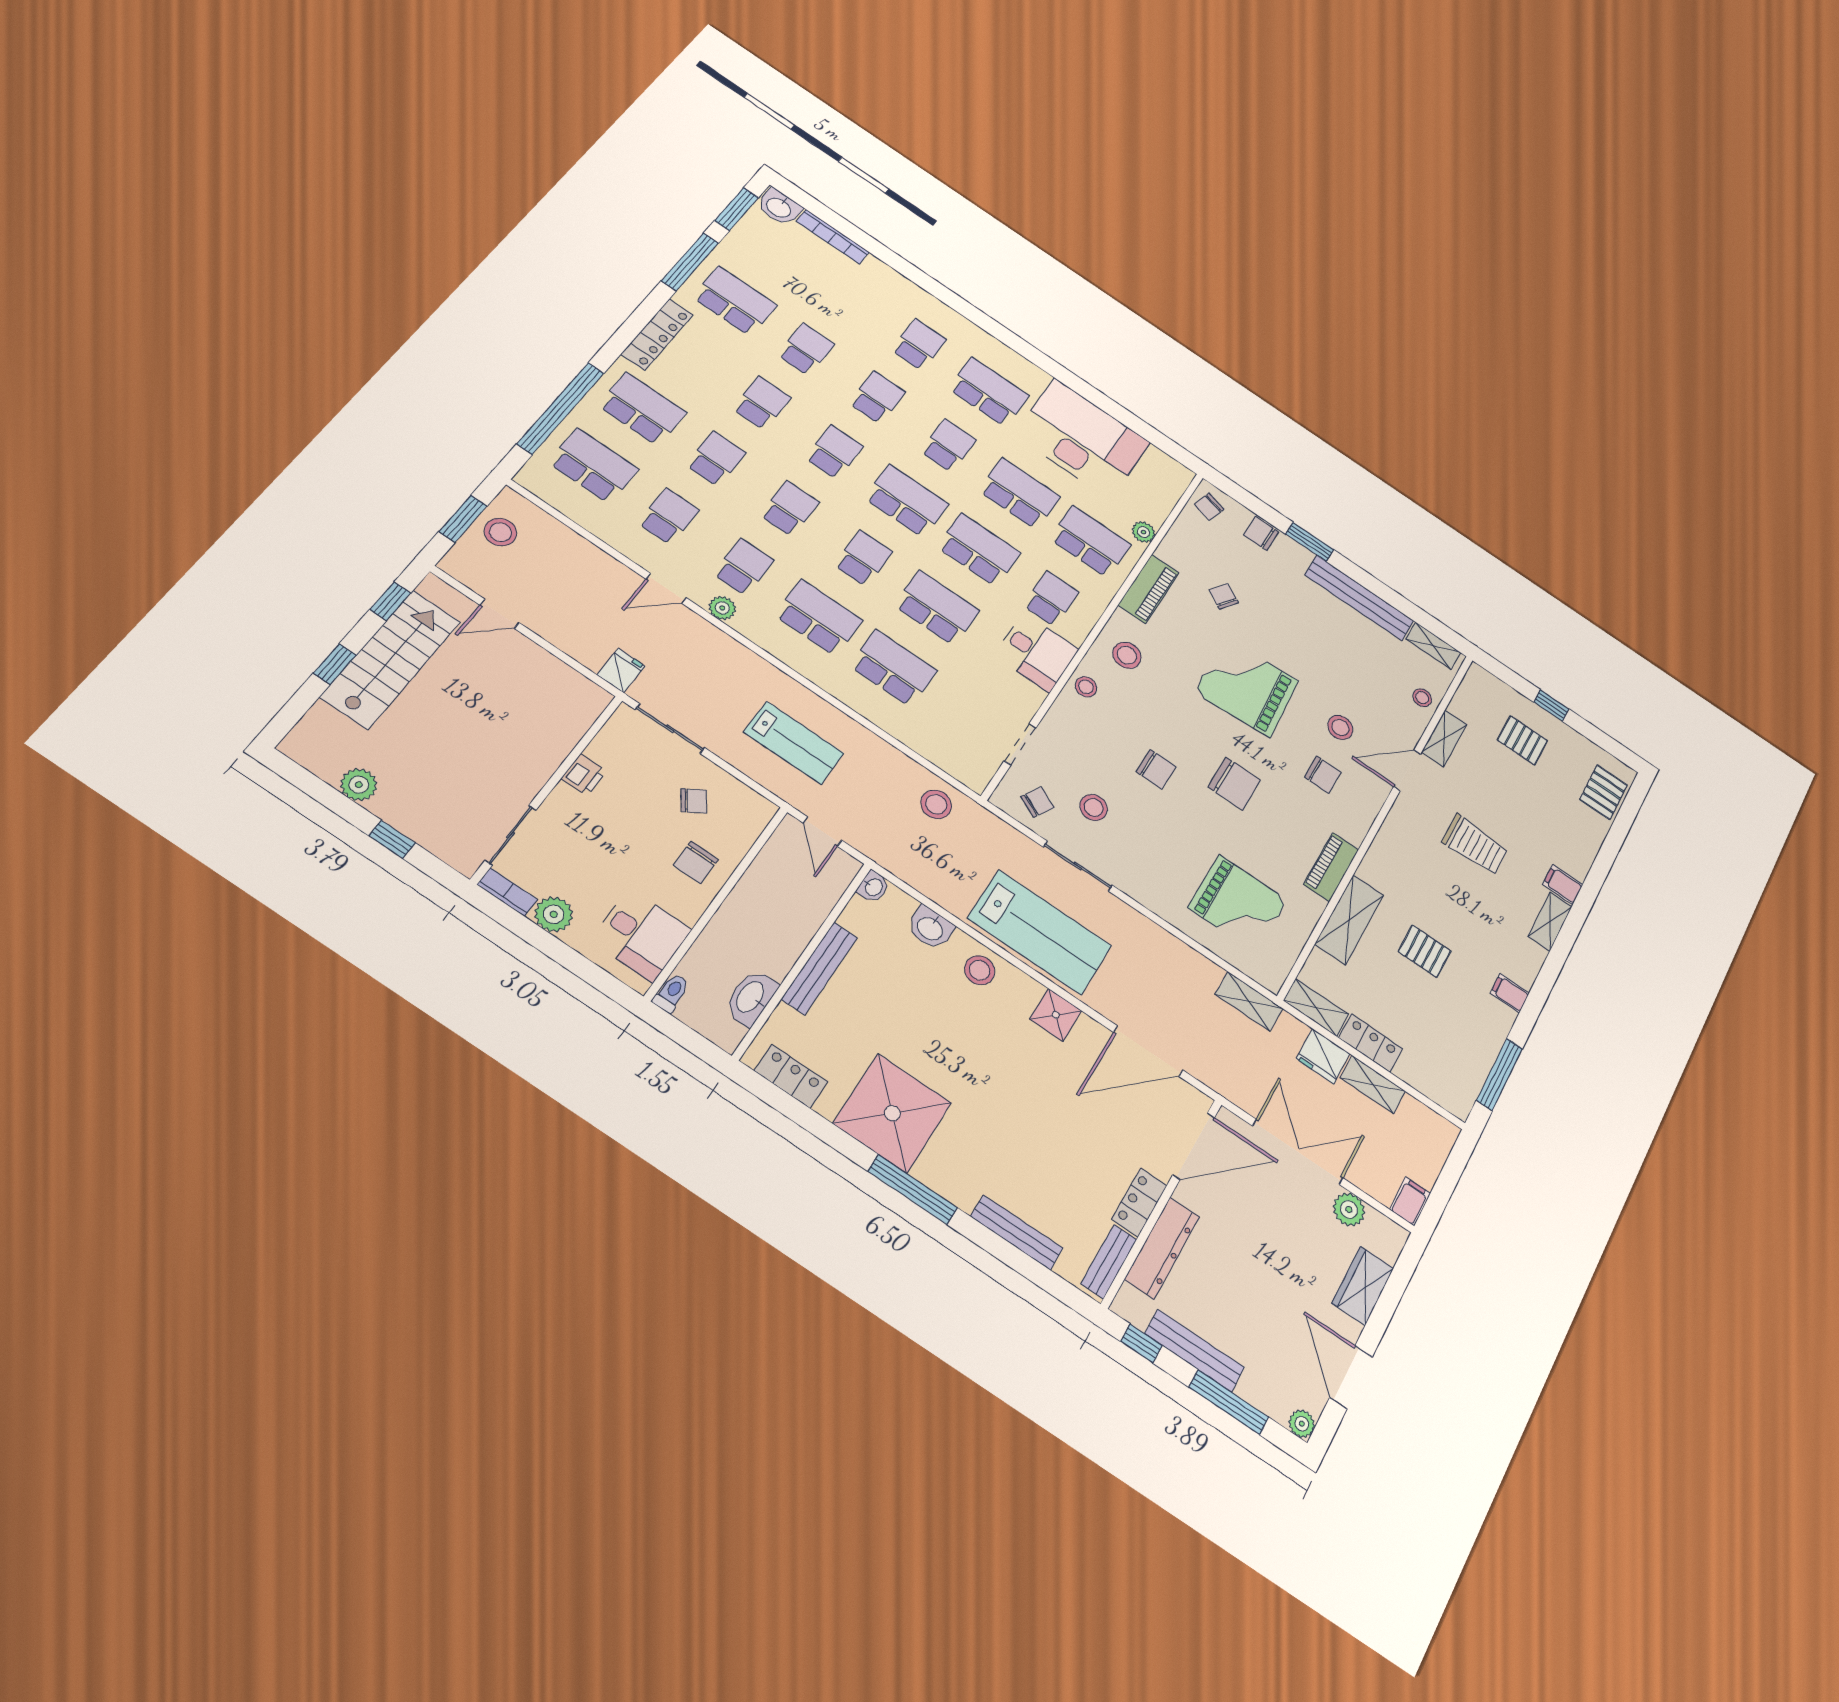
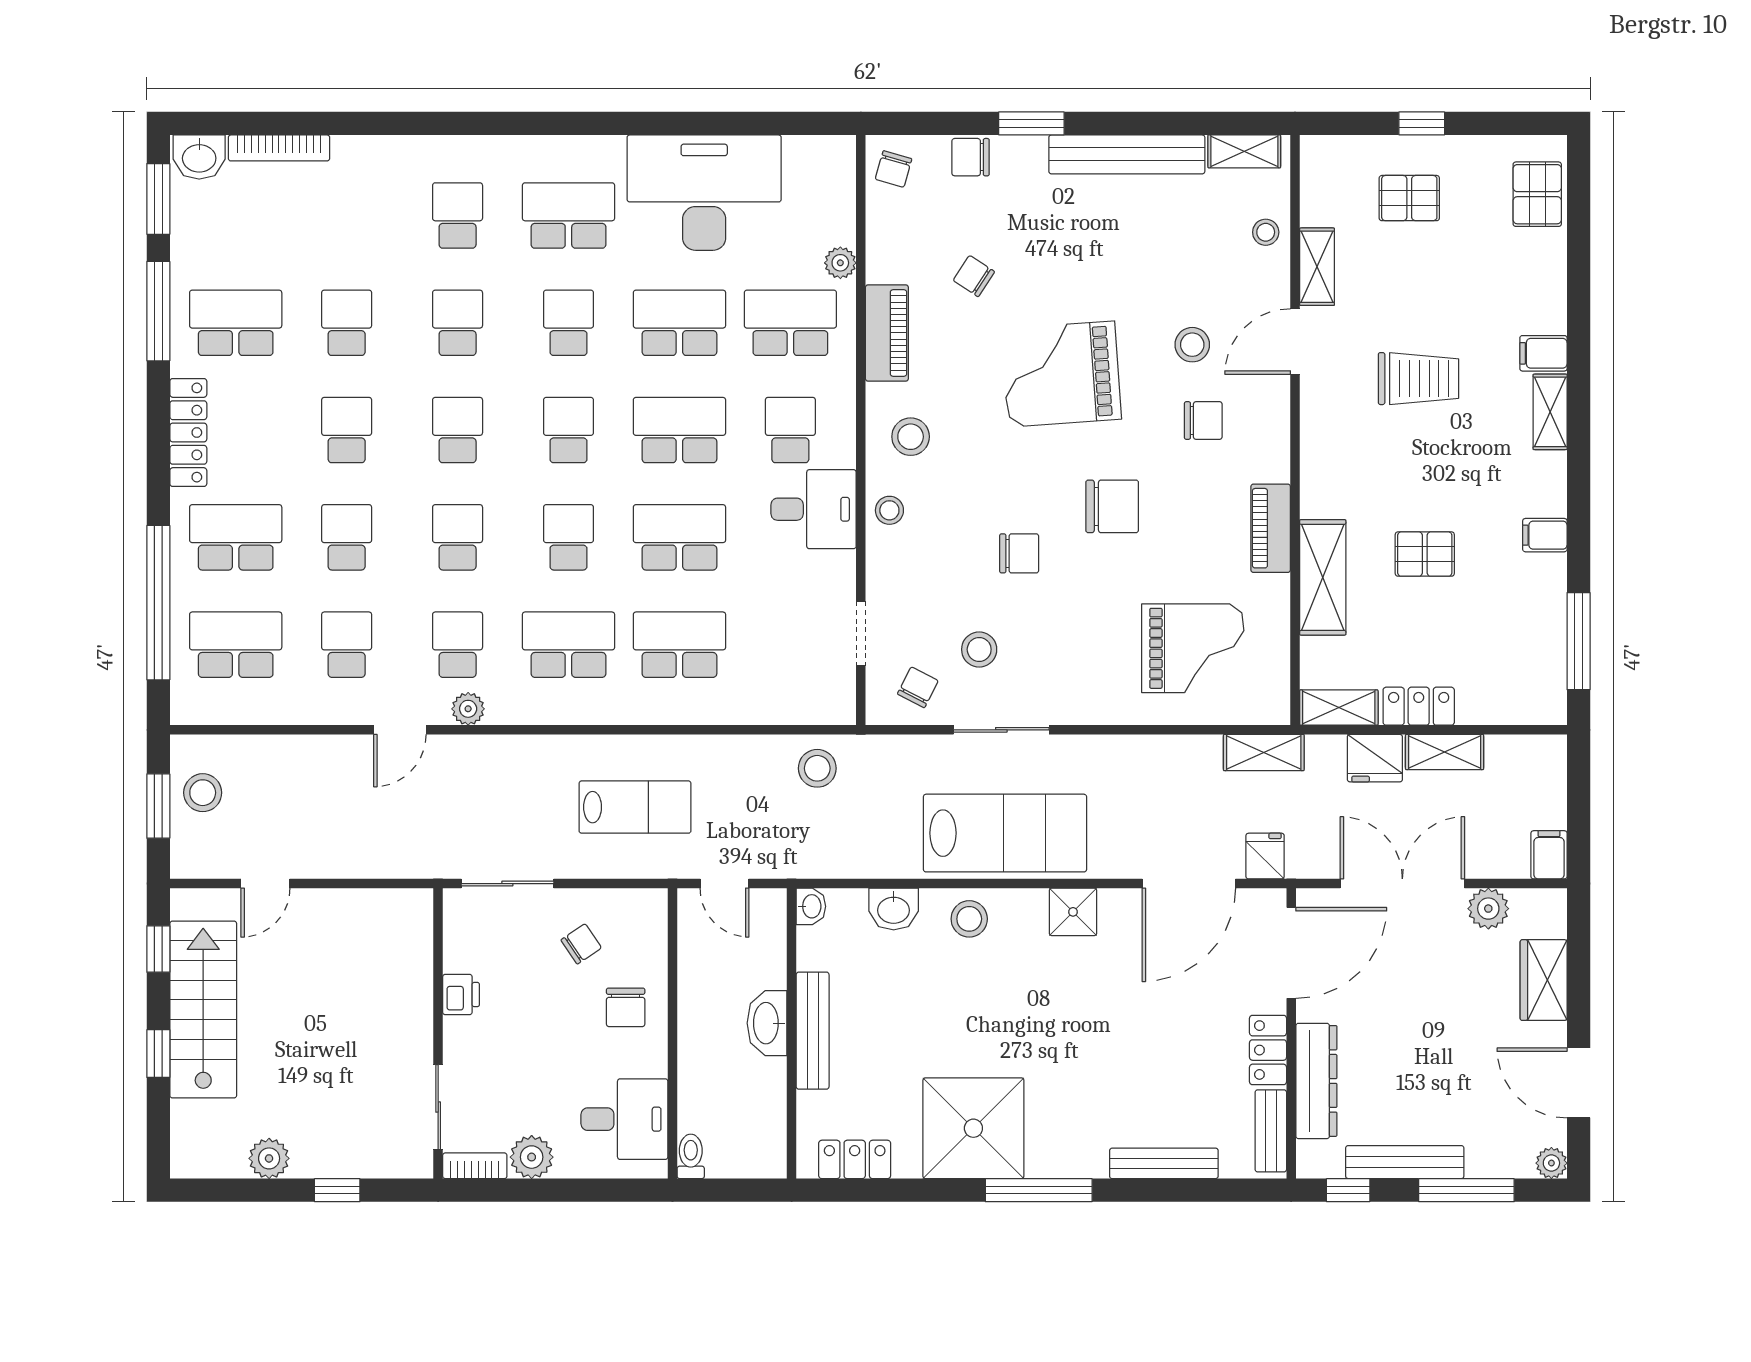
school desk: (906, 501) -> (568, 430), width x0.54
fridge: (621, 671) -> (1265, 856), moved
washbasin: (751, 997) -> (767, 1023), moved

